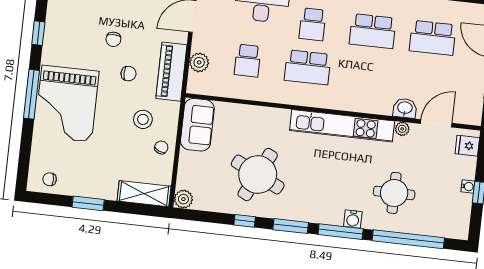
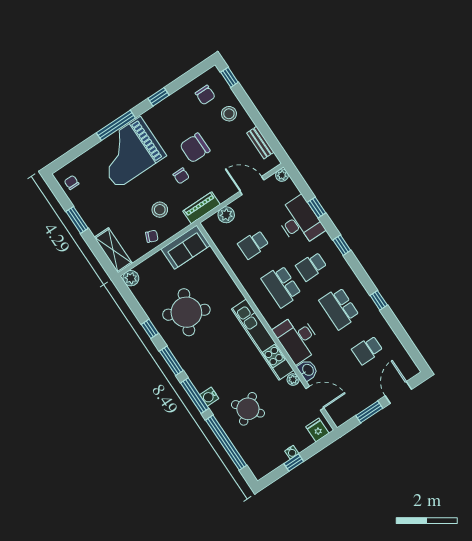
school desk: (433, 38) -> (367, 350), width x0.54
chair: (113, 39) -> (195, 148), width x1.87, depth x1.87
piano: (171, 72) -> (202, 208), width x0.73, depth x0.75
desk: (368, 93) -> (297, 338), added
round table: (394, 193) -> (248, 409), turned -37

